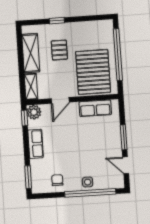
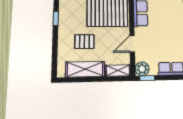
window: (57, 21) -> (56, 19), moved
door: (60, 100) -> (132, 44), swing flipped

